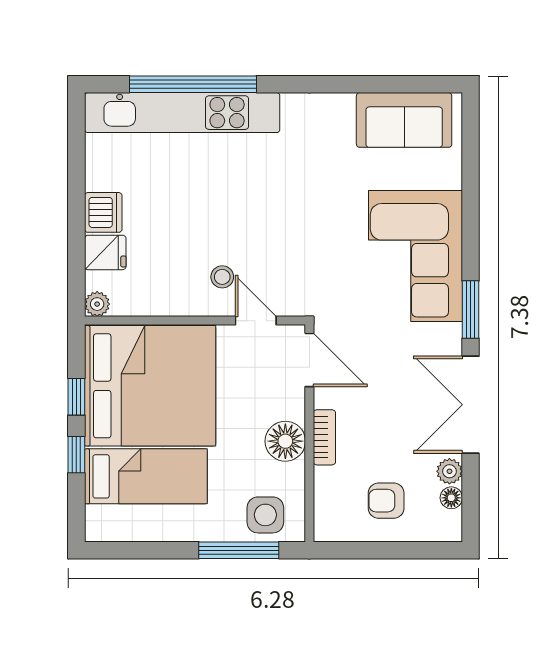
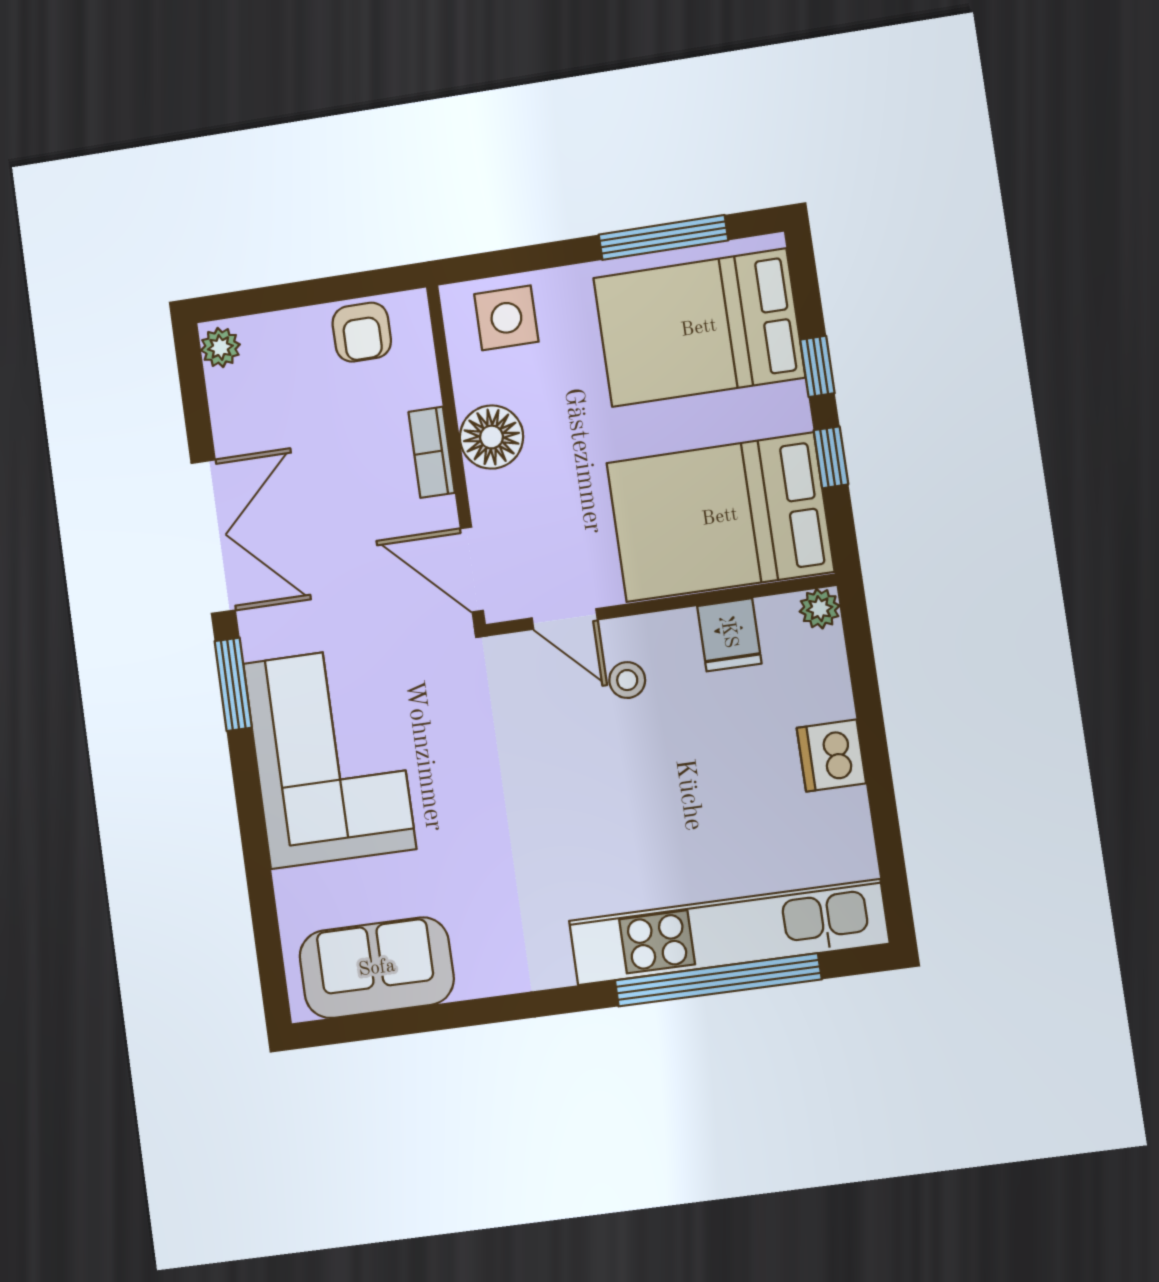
fridge: (105, 252) -> (729, 635), moved, turned -90
bed: (150, 386) -> (720, 517), width x0.73
plant: (449, 471) -> (220, 347), moved
bed: (146, 476) -> (699, 328), width x1.50
floor lamp: (451, 498) -> (223, 389), removed
armchair: (386, 501) -> (362, 332), moved, turned 90
window: (239, 550) -> (663, 237), moved

